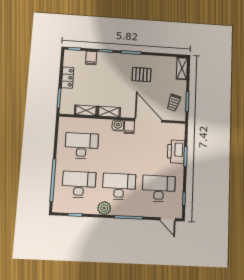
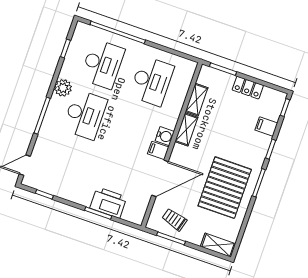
pallet: (141, 75) -> (225, 188), width x2.05, depth x2.00
desk: (159, 189) -> (67, 165), removed

